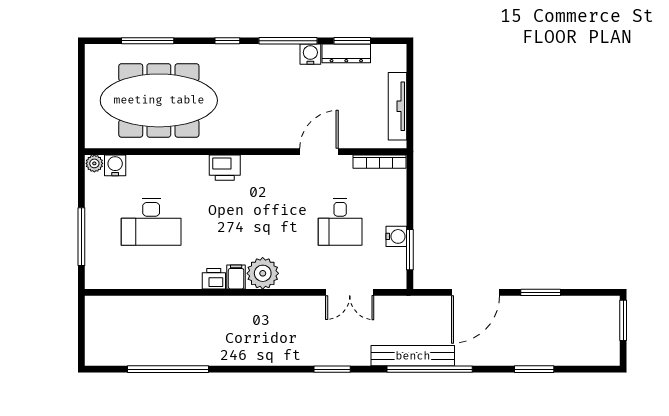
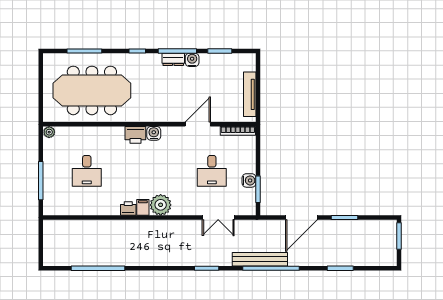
dresser: (346, 53) -> (173, 59), moved, width x0.70
water cooler: (115, 165) -> (154, 133), moved
desk: (151, 222) -> (87, 171), width x0.73

